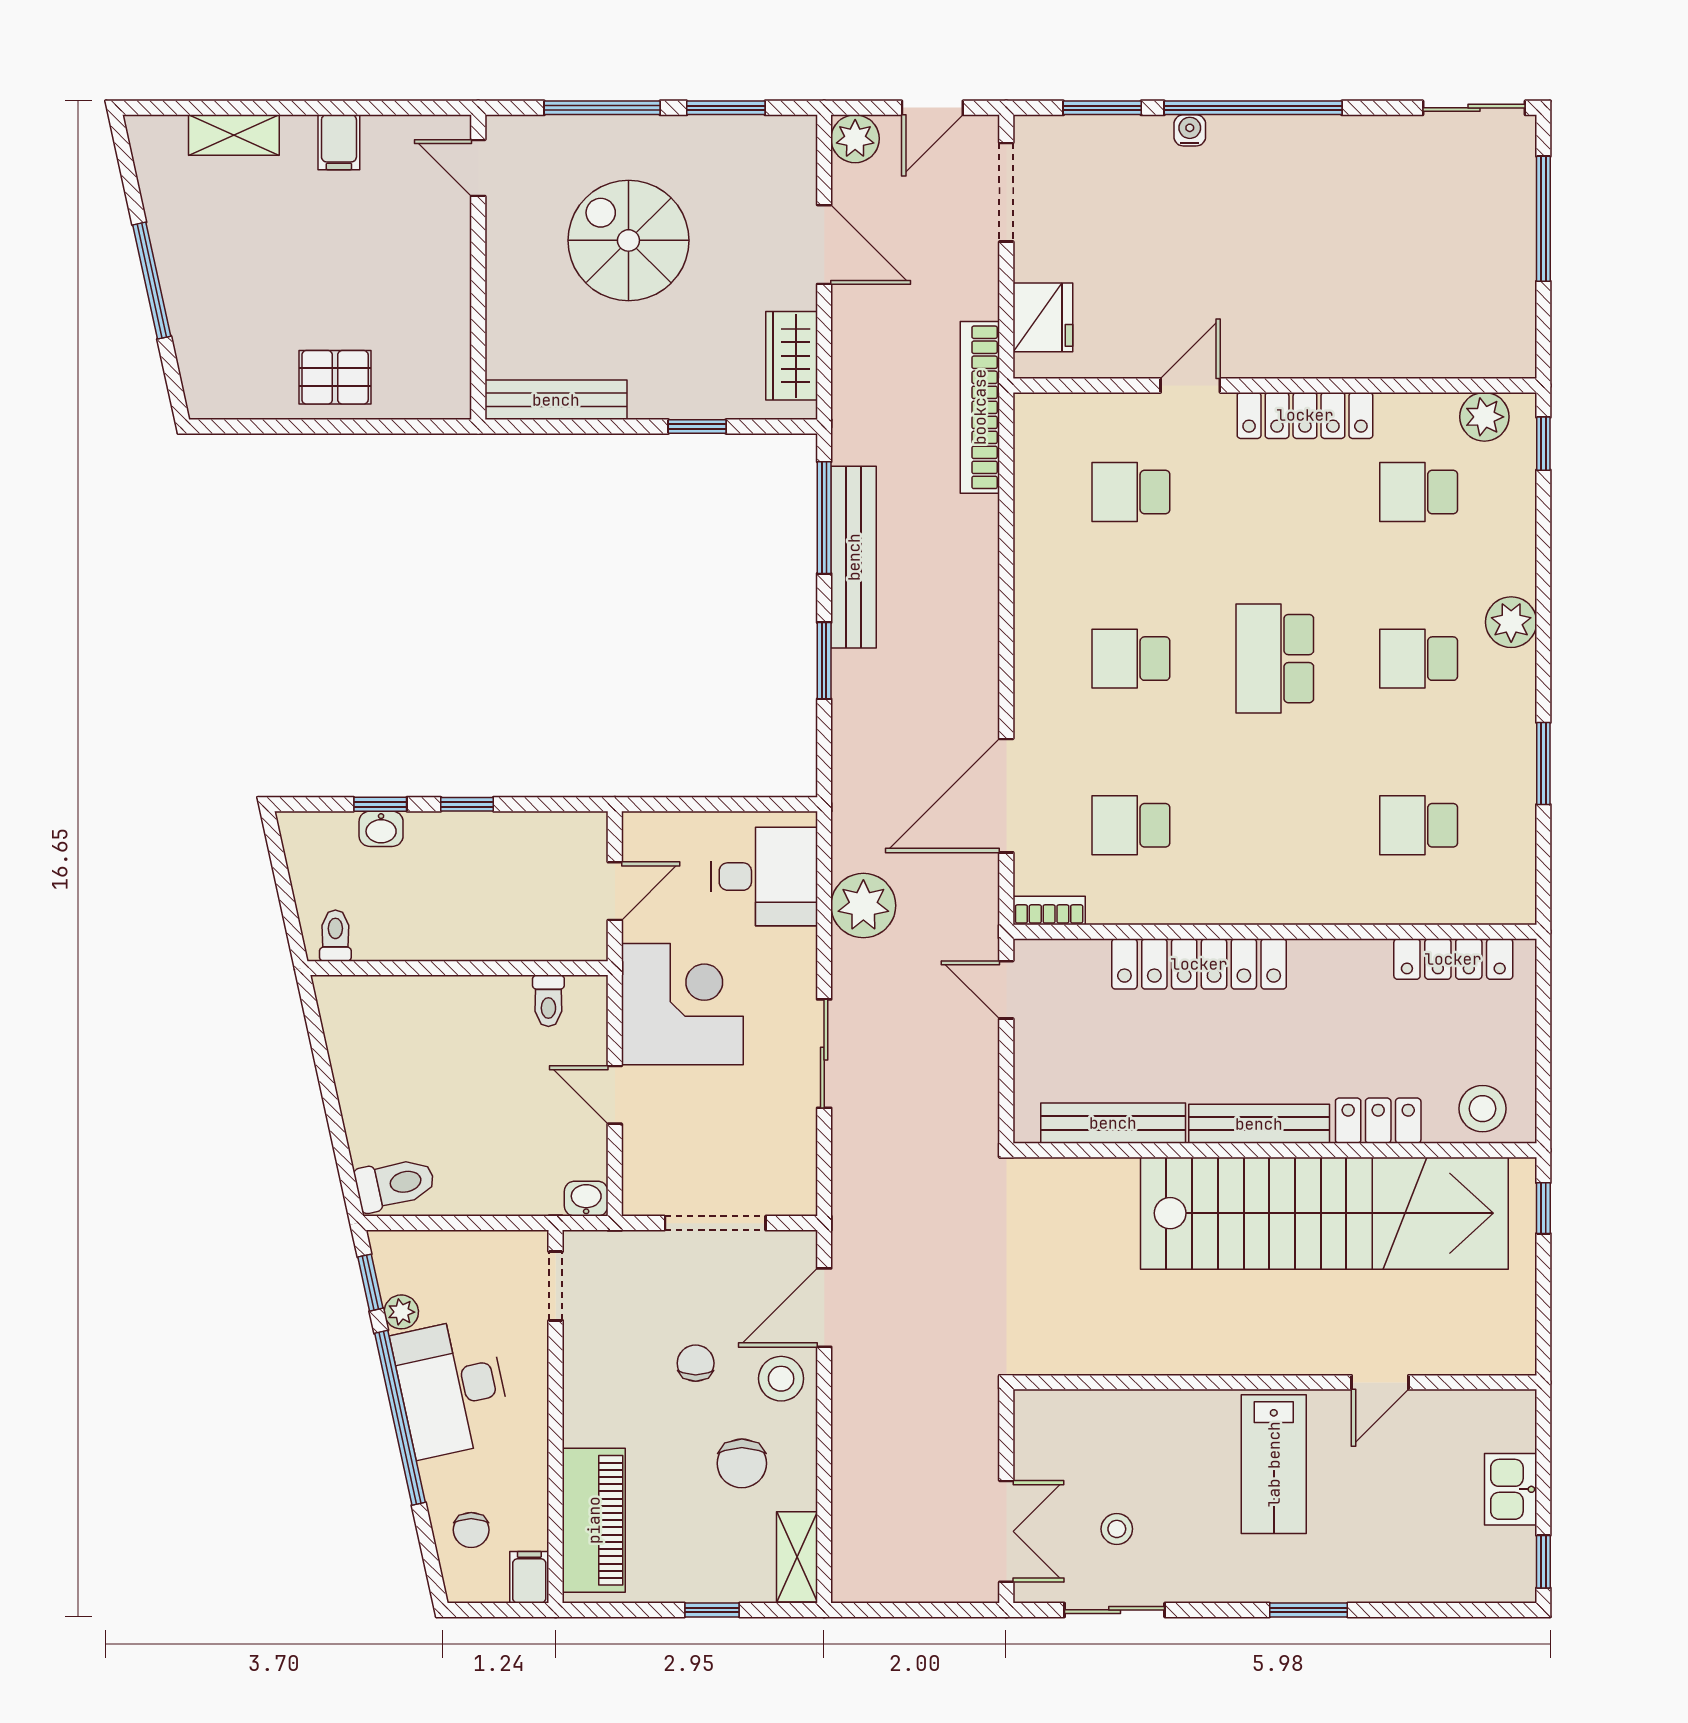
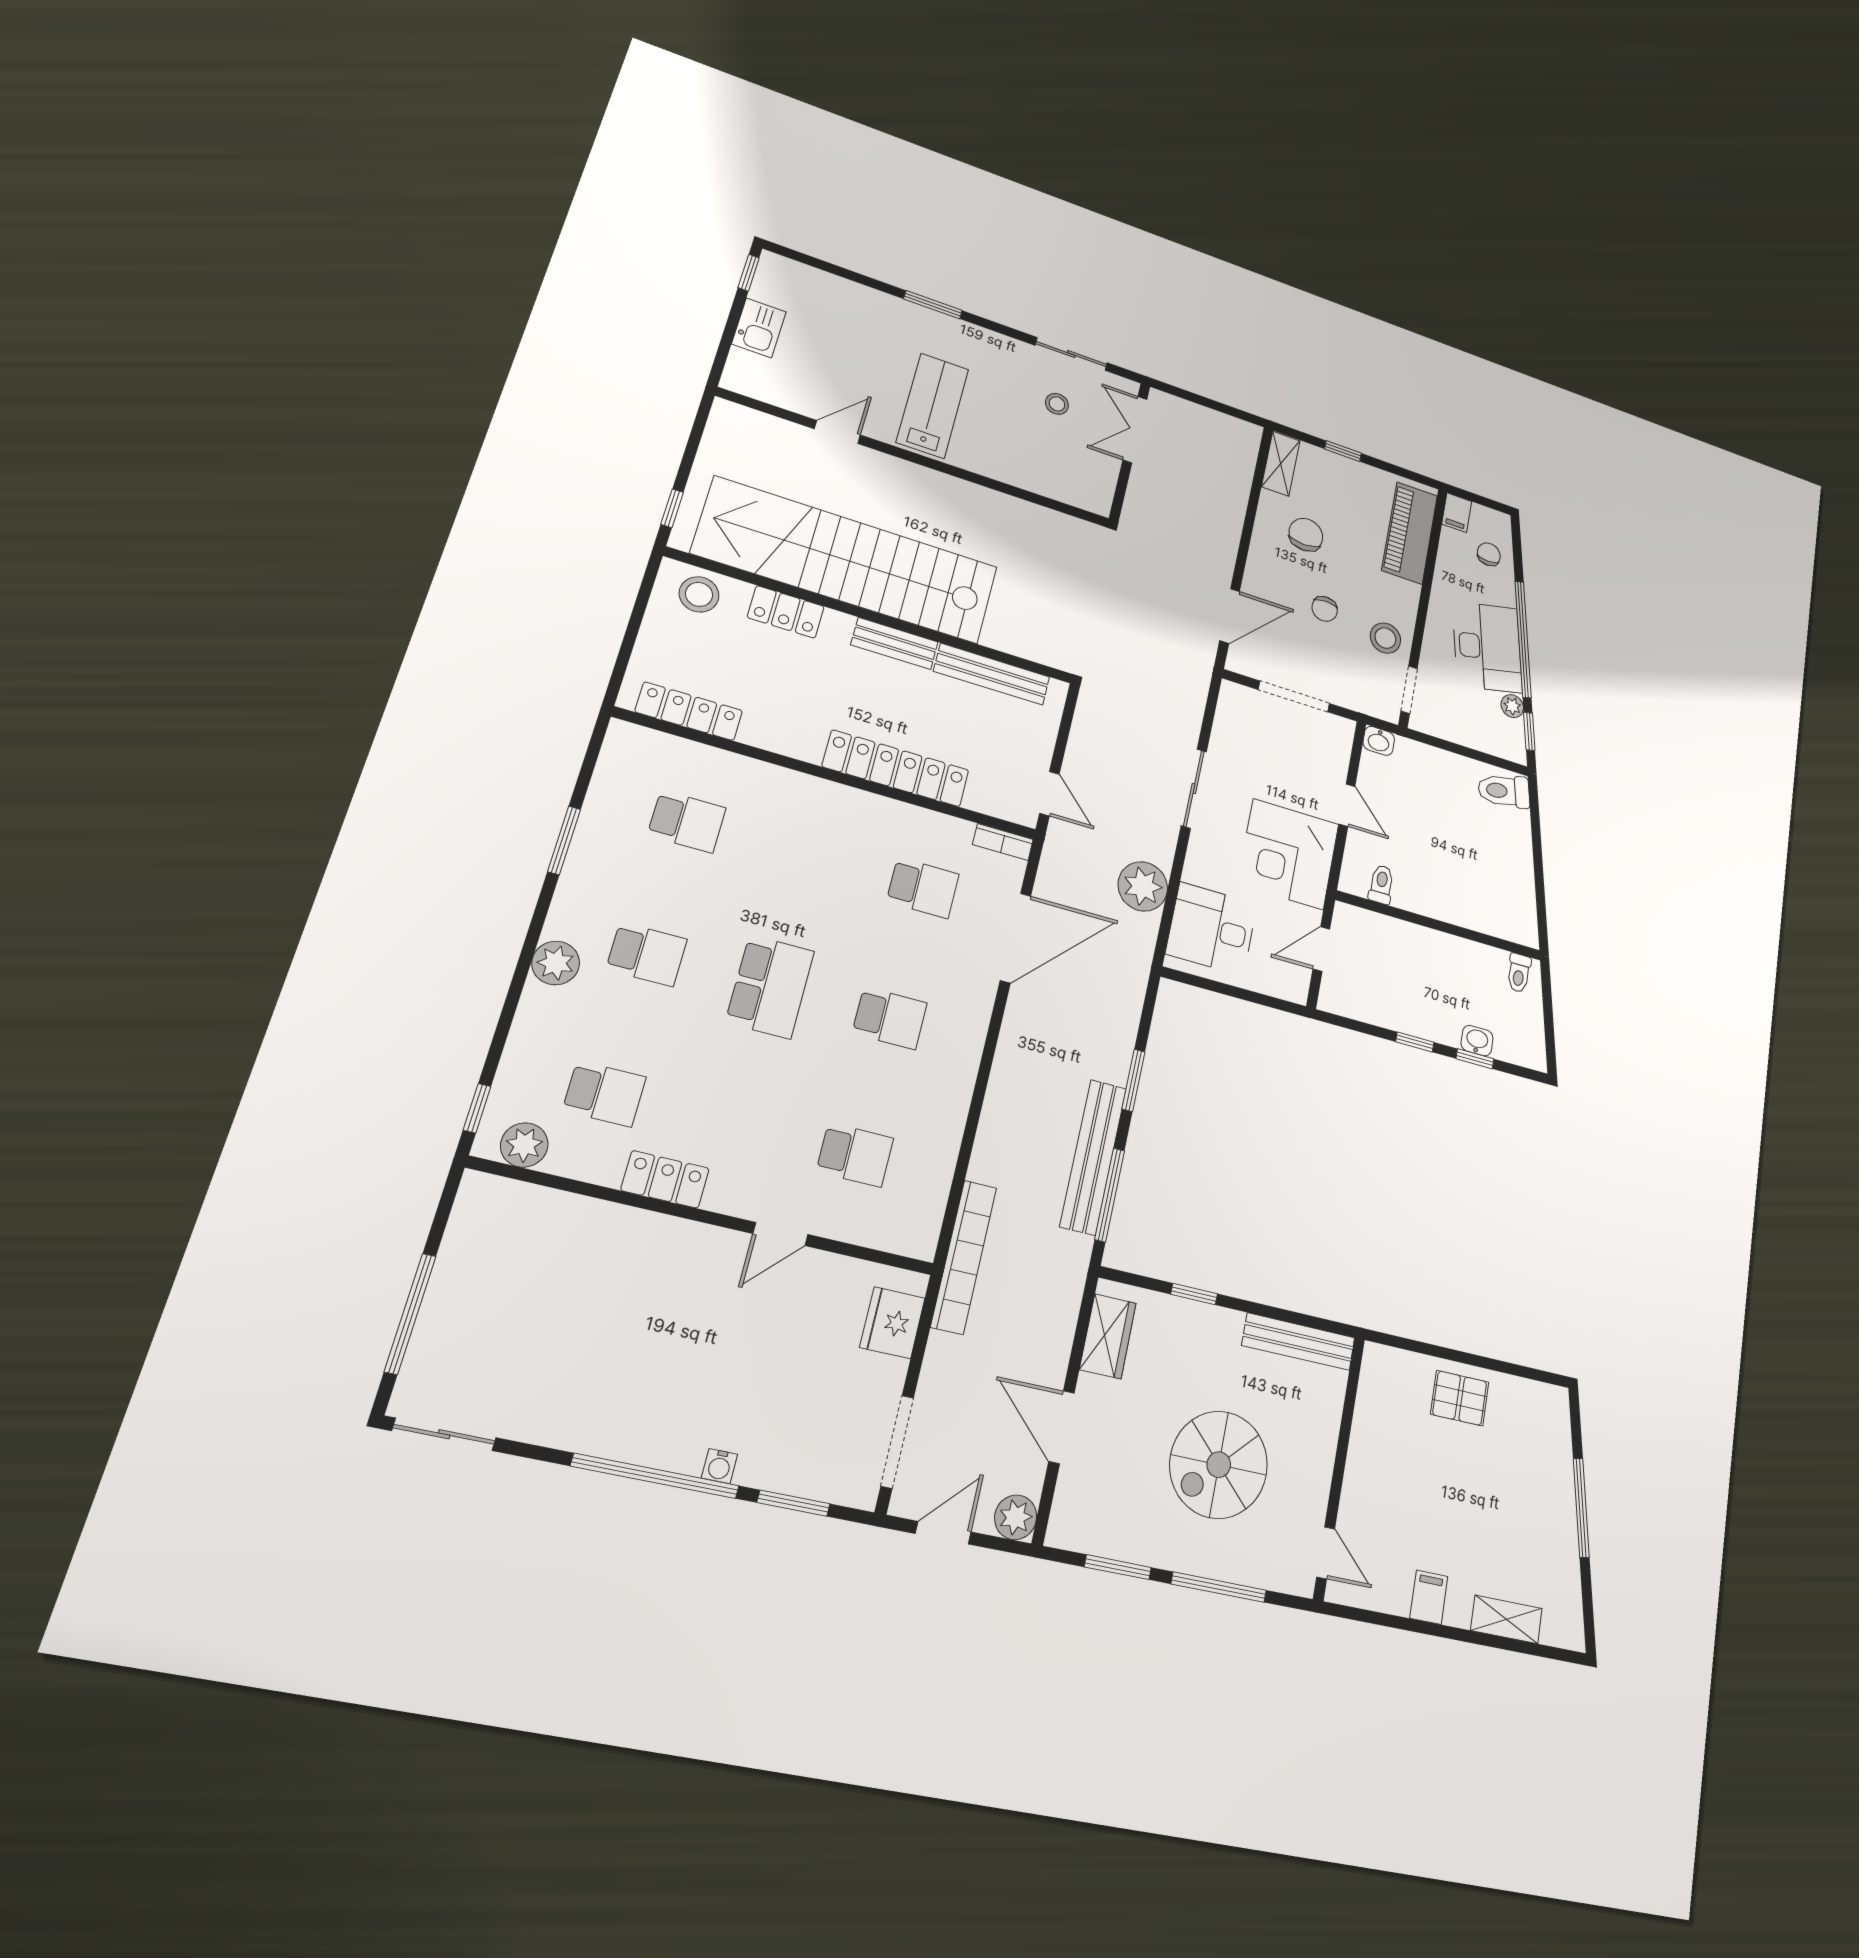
spiral stairs: (628, 240) -> (1219, 1465), turned 90
locker: (1305, 415) -> (665, 1179), width x0.66
bench: (1259, 1124) -> (895, 643), width x0.73
stool: (781, 1379) -> (1385, 638), moved

